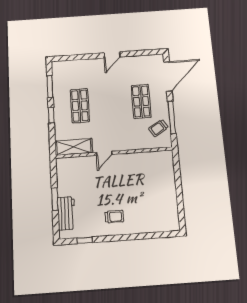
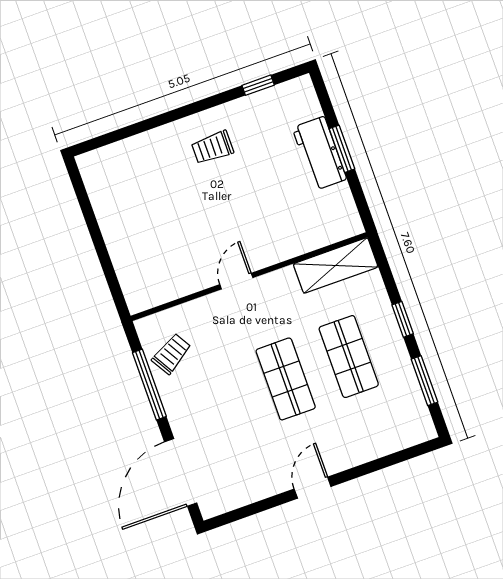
shop shelf: (141, 101) -> (286, 379), moved
door: (104, 153) -> (236, 281), moved
workbench: (66, 213) -> (319, 153), moved

